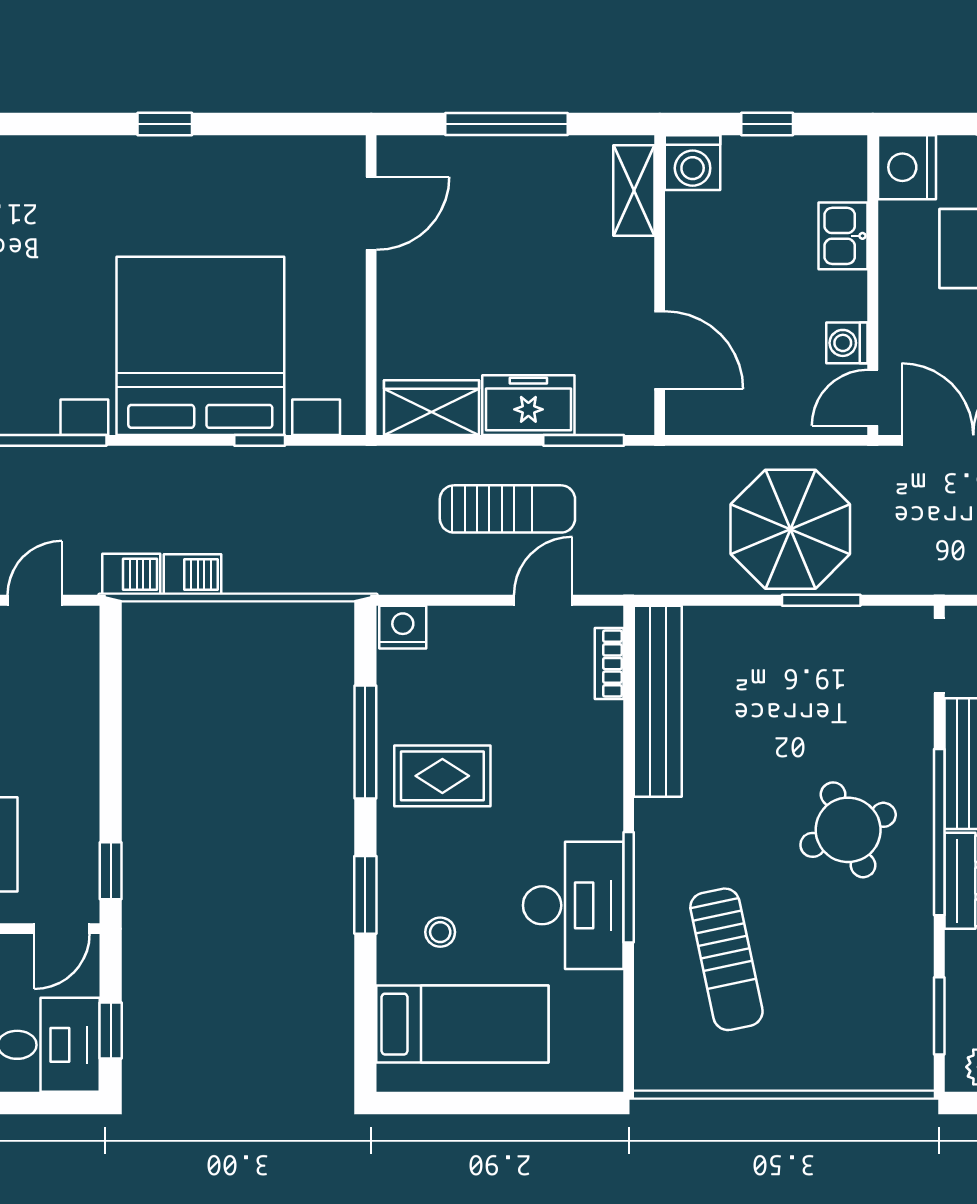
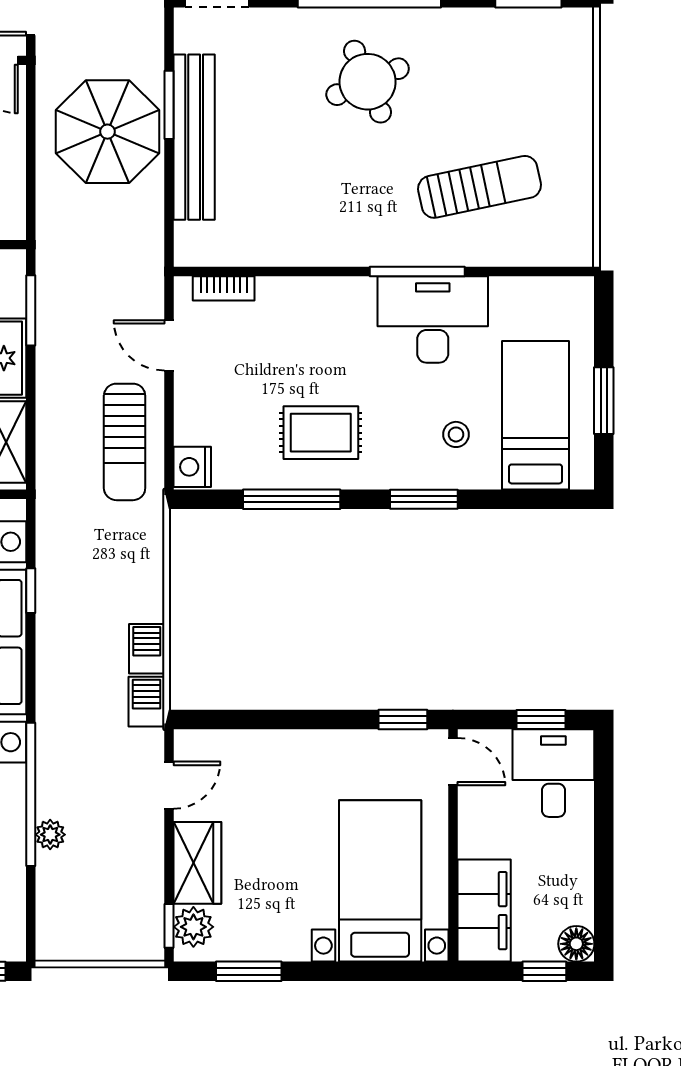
sun lounger: (507, 509) -> (125, 442), moved, turned 180
door: (35, 600) -> (169, 785), swing flipped
bench: (658, 701) -> (194, 137), moved, turned 90
rug: (442, 776) -> (321, 433), turned 90
window: (479, 1103) -> (604, 401), added

